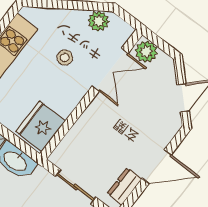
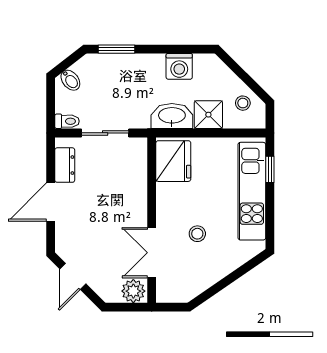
plant: (99, 21) -> (193, 286), removed

